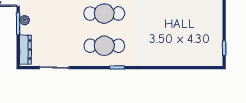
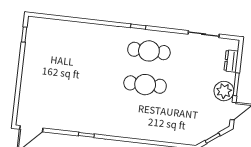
plant: (25, 20) -> (224, 91), width x1.87, depth x1.87
dresser: (25, 50) -> (231, 61), width x0.70

